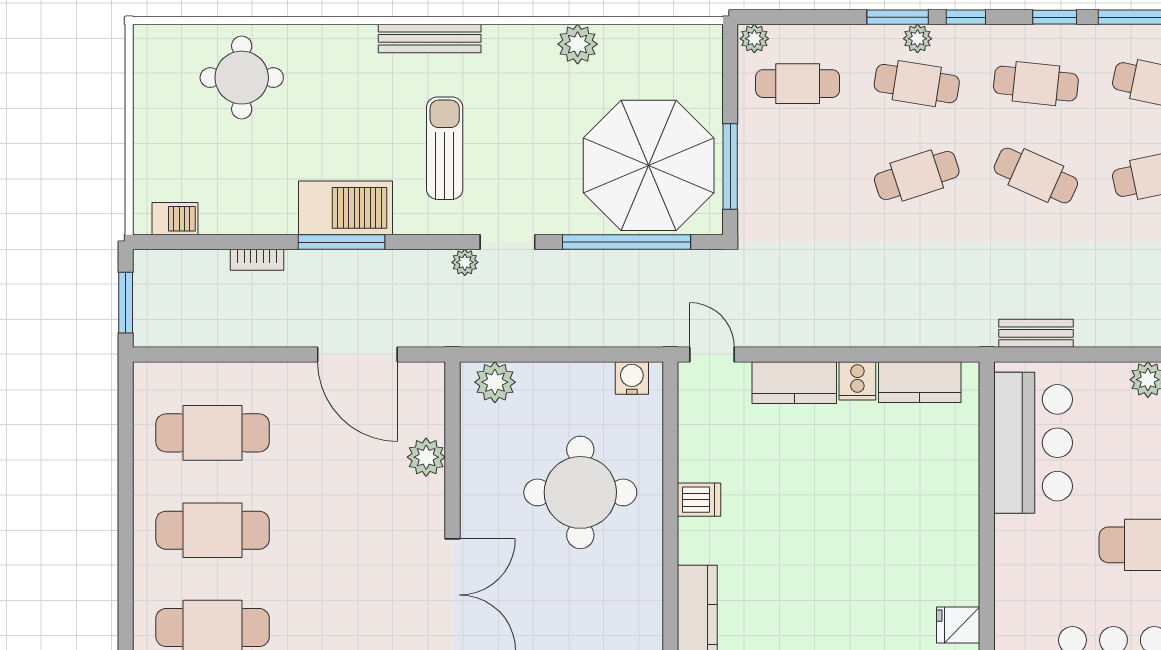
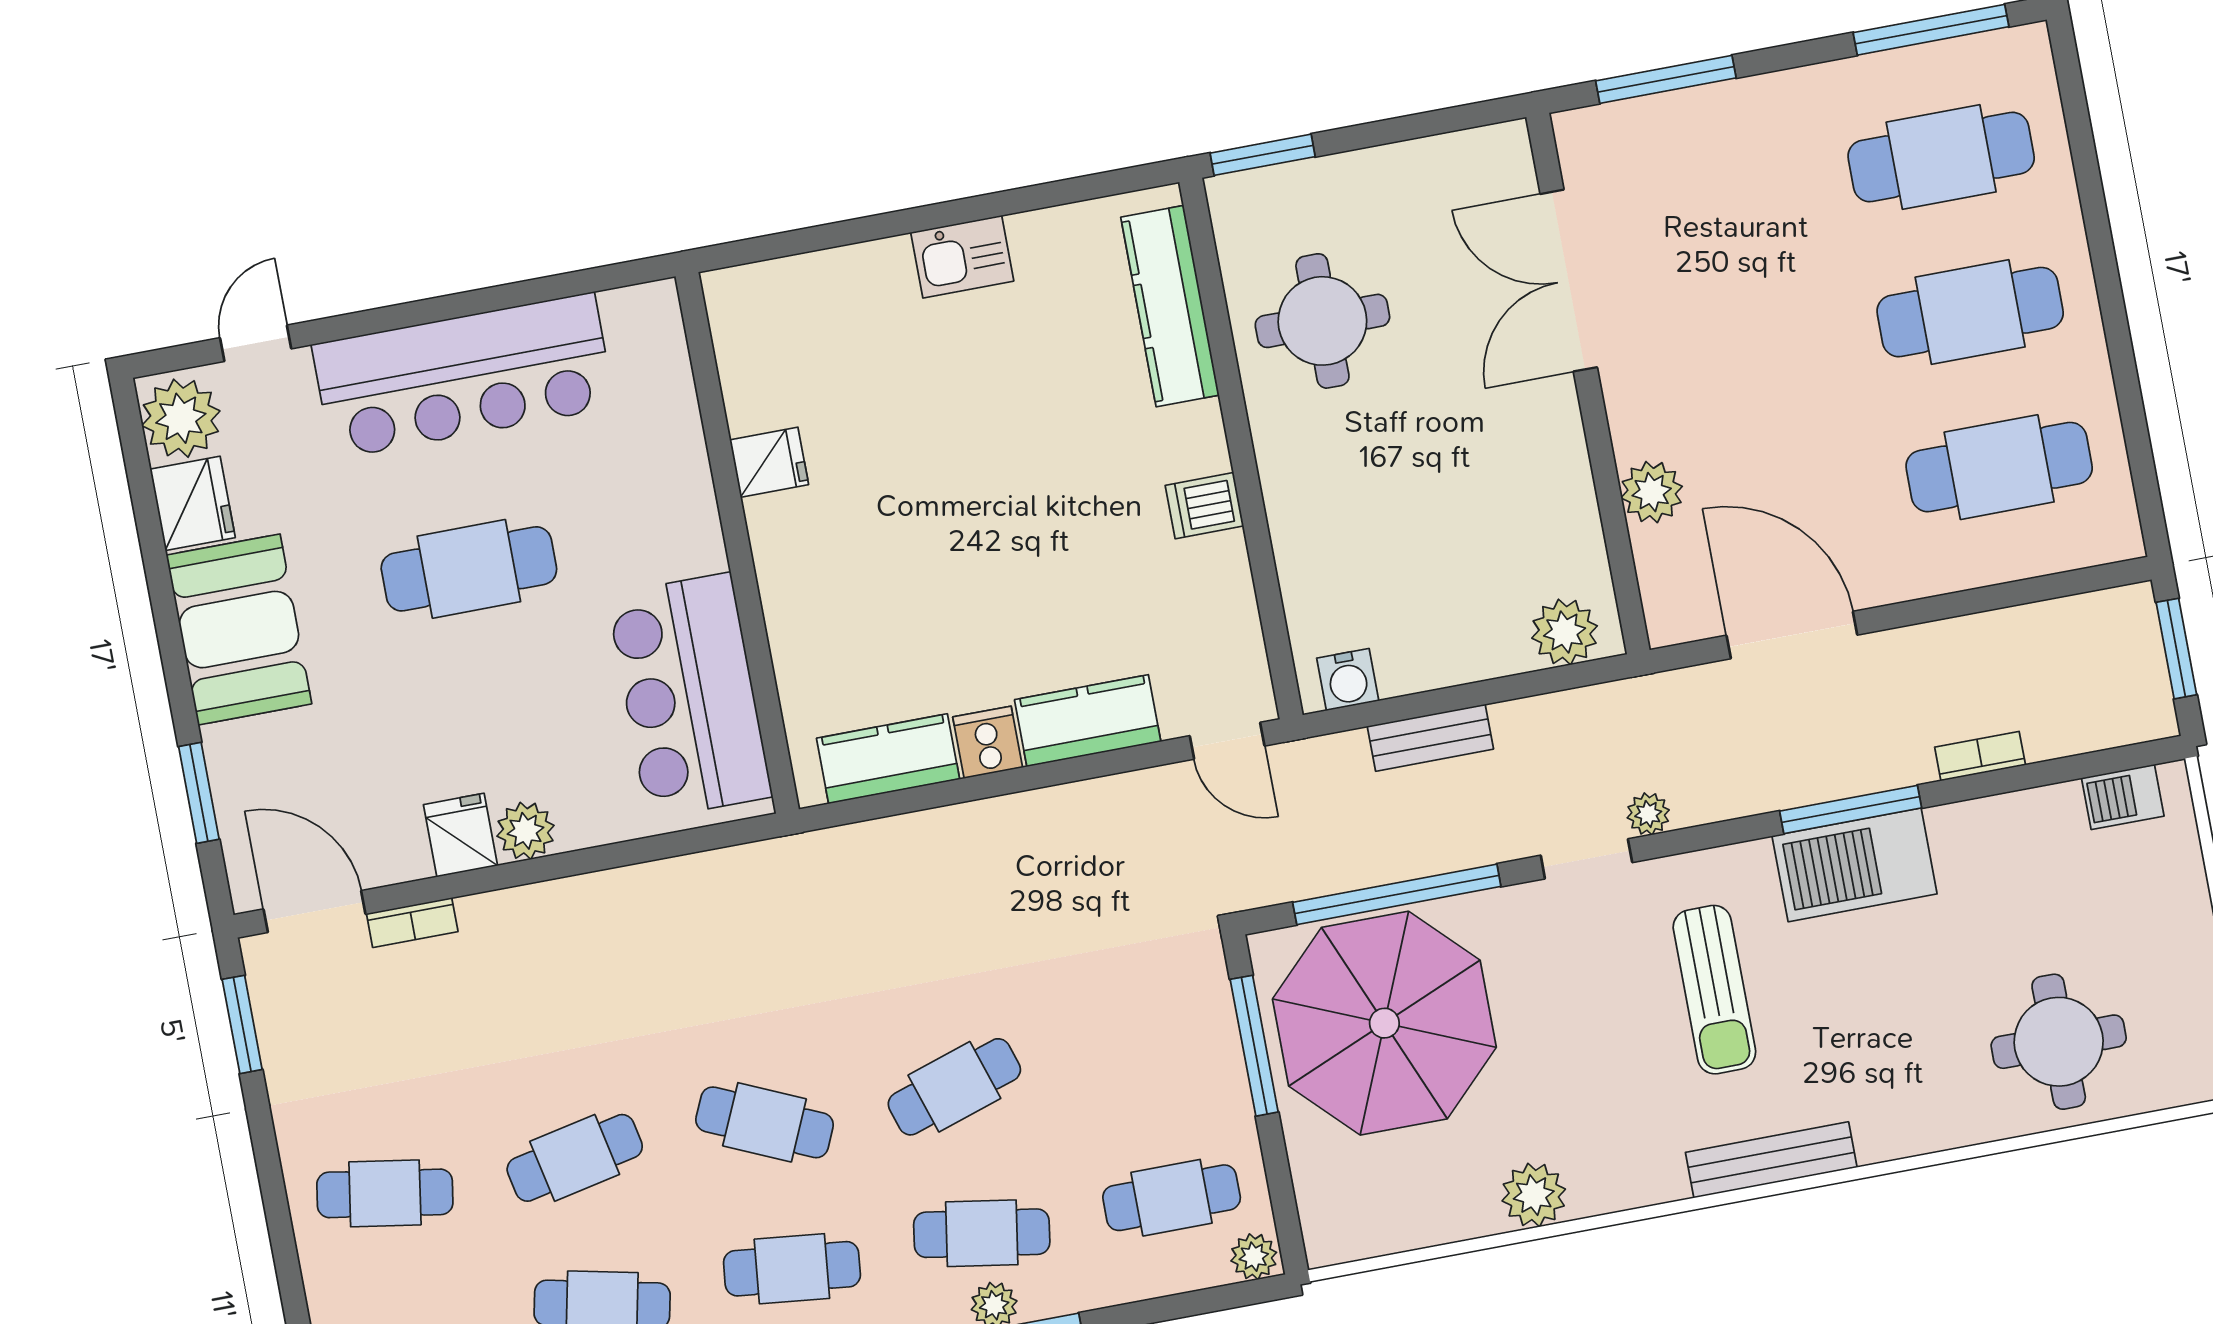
bench: (1036, 333) -> (1430, 738), moved
round table: (580, 492) -> (1322, 321), moved, width x0.73, depth x0.73
fridge: (958, 625) -> (769, 462), moved

